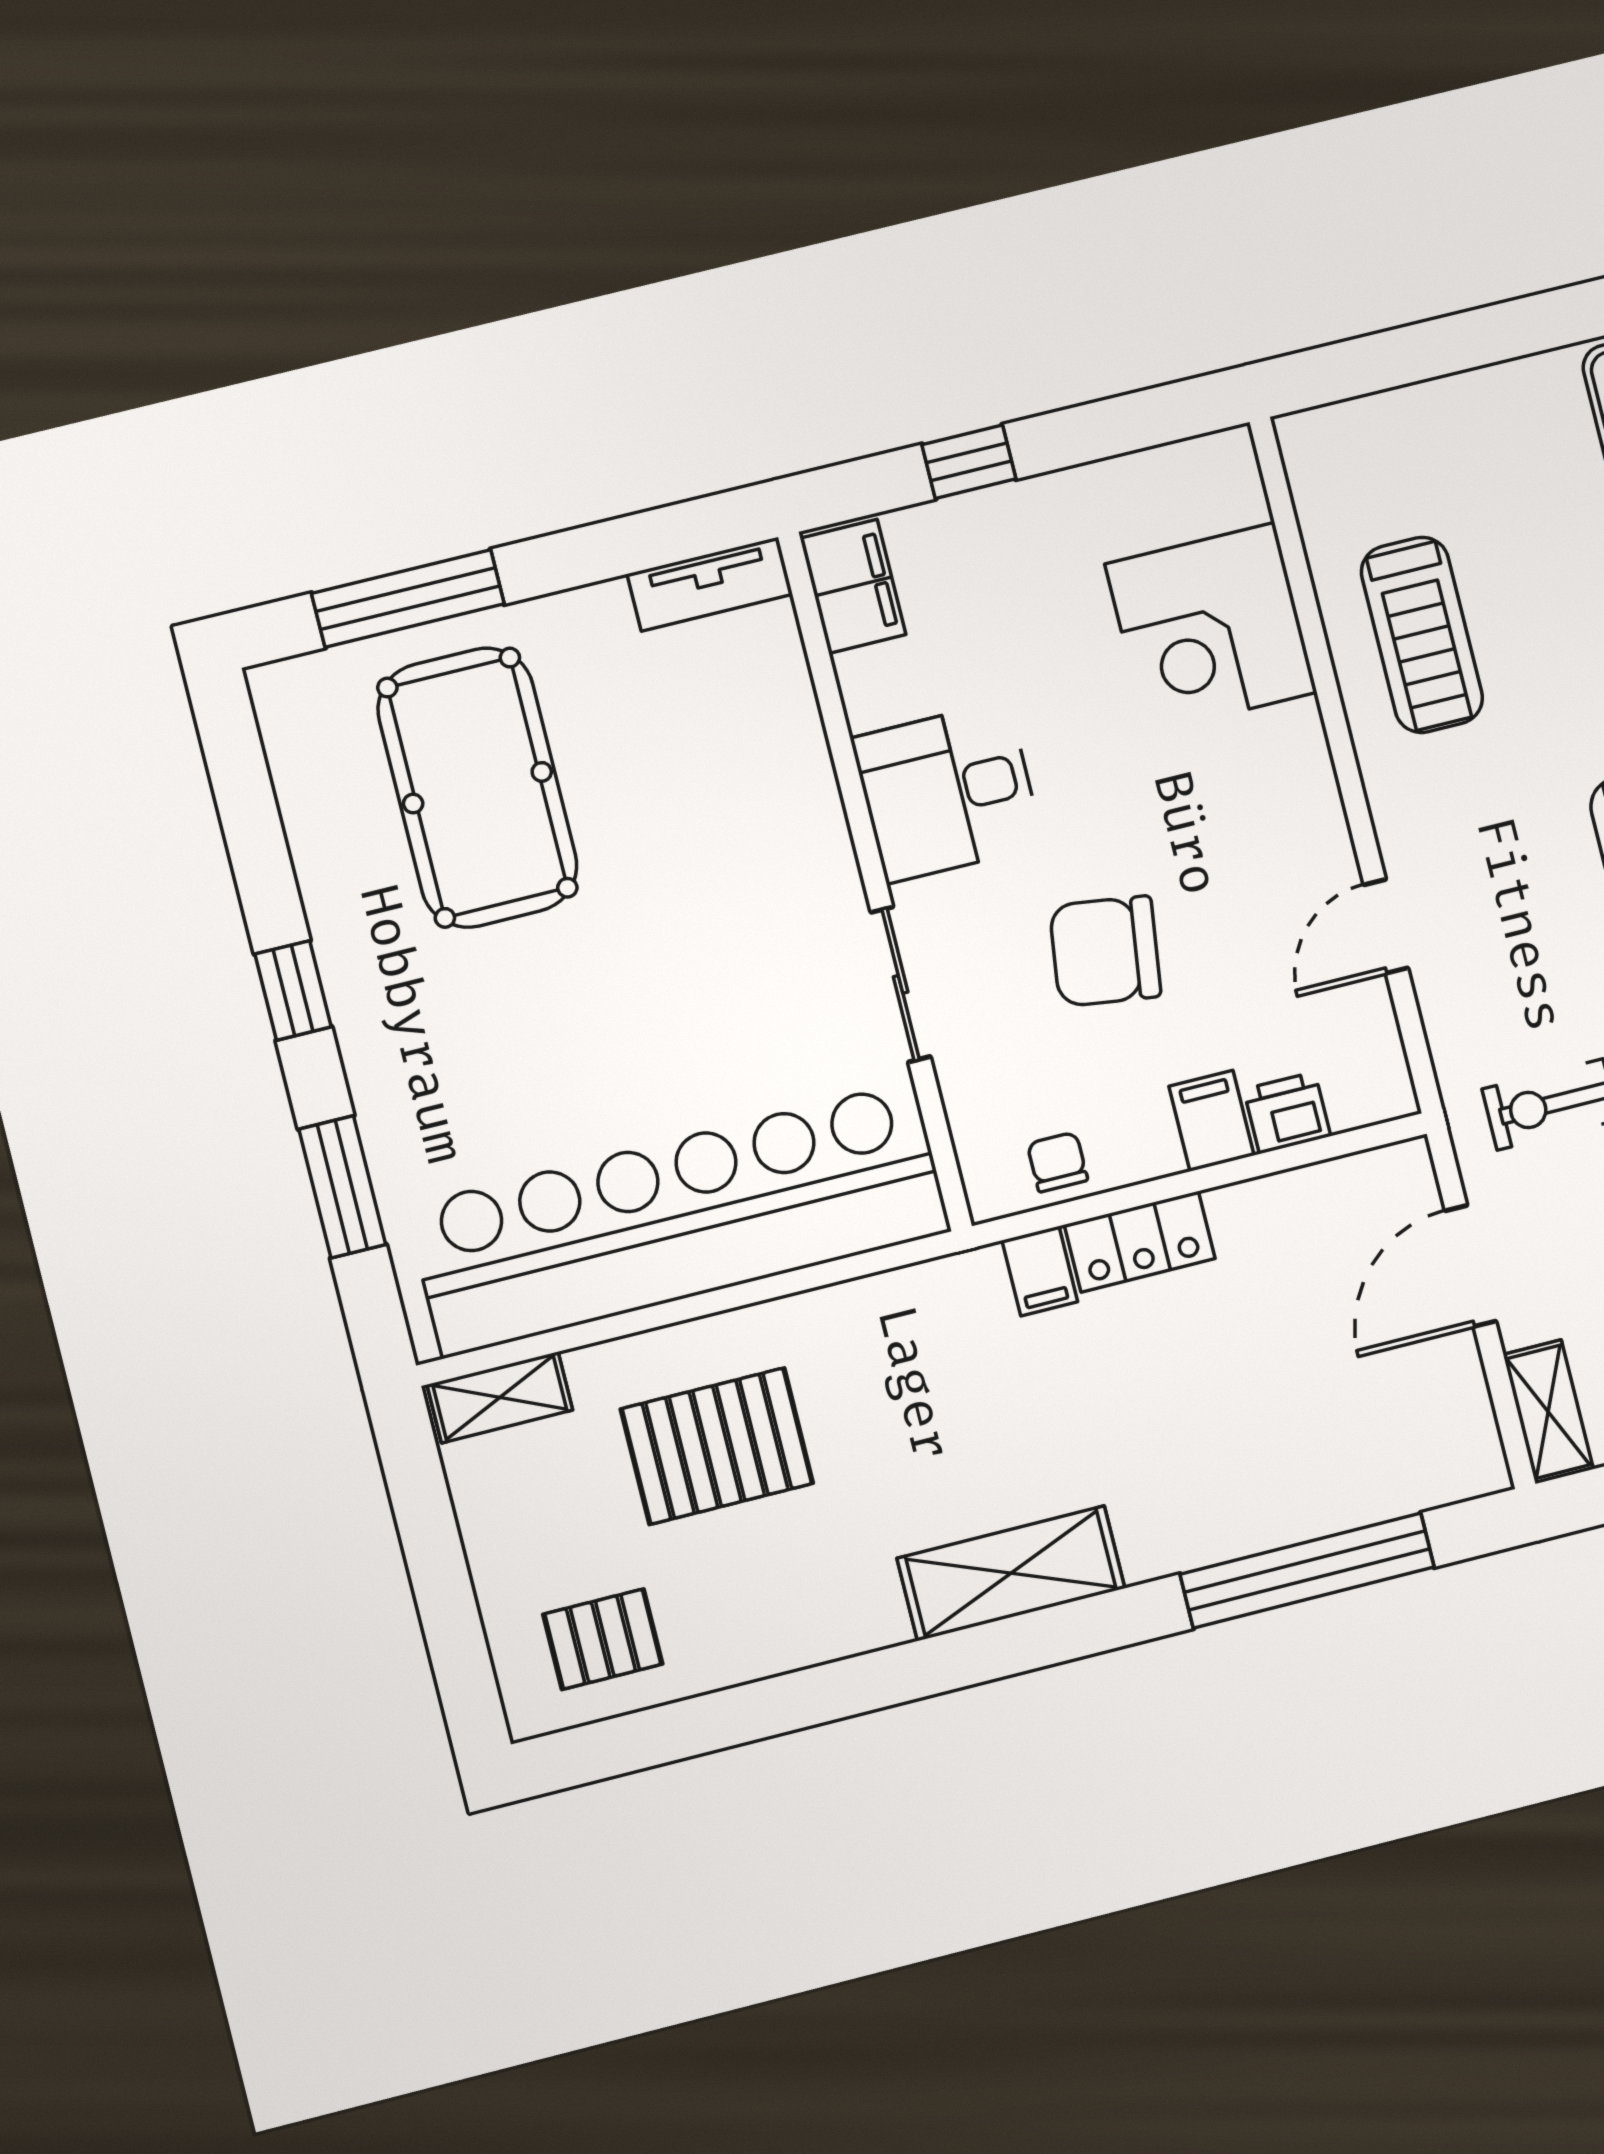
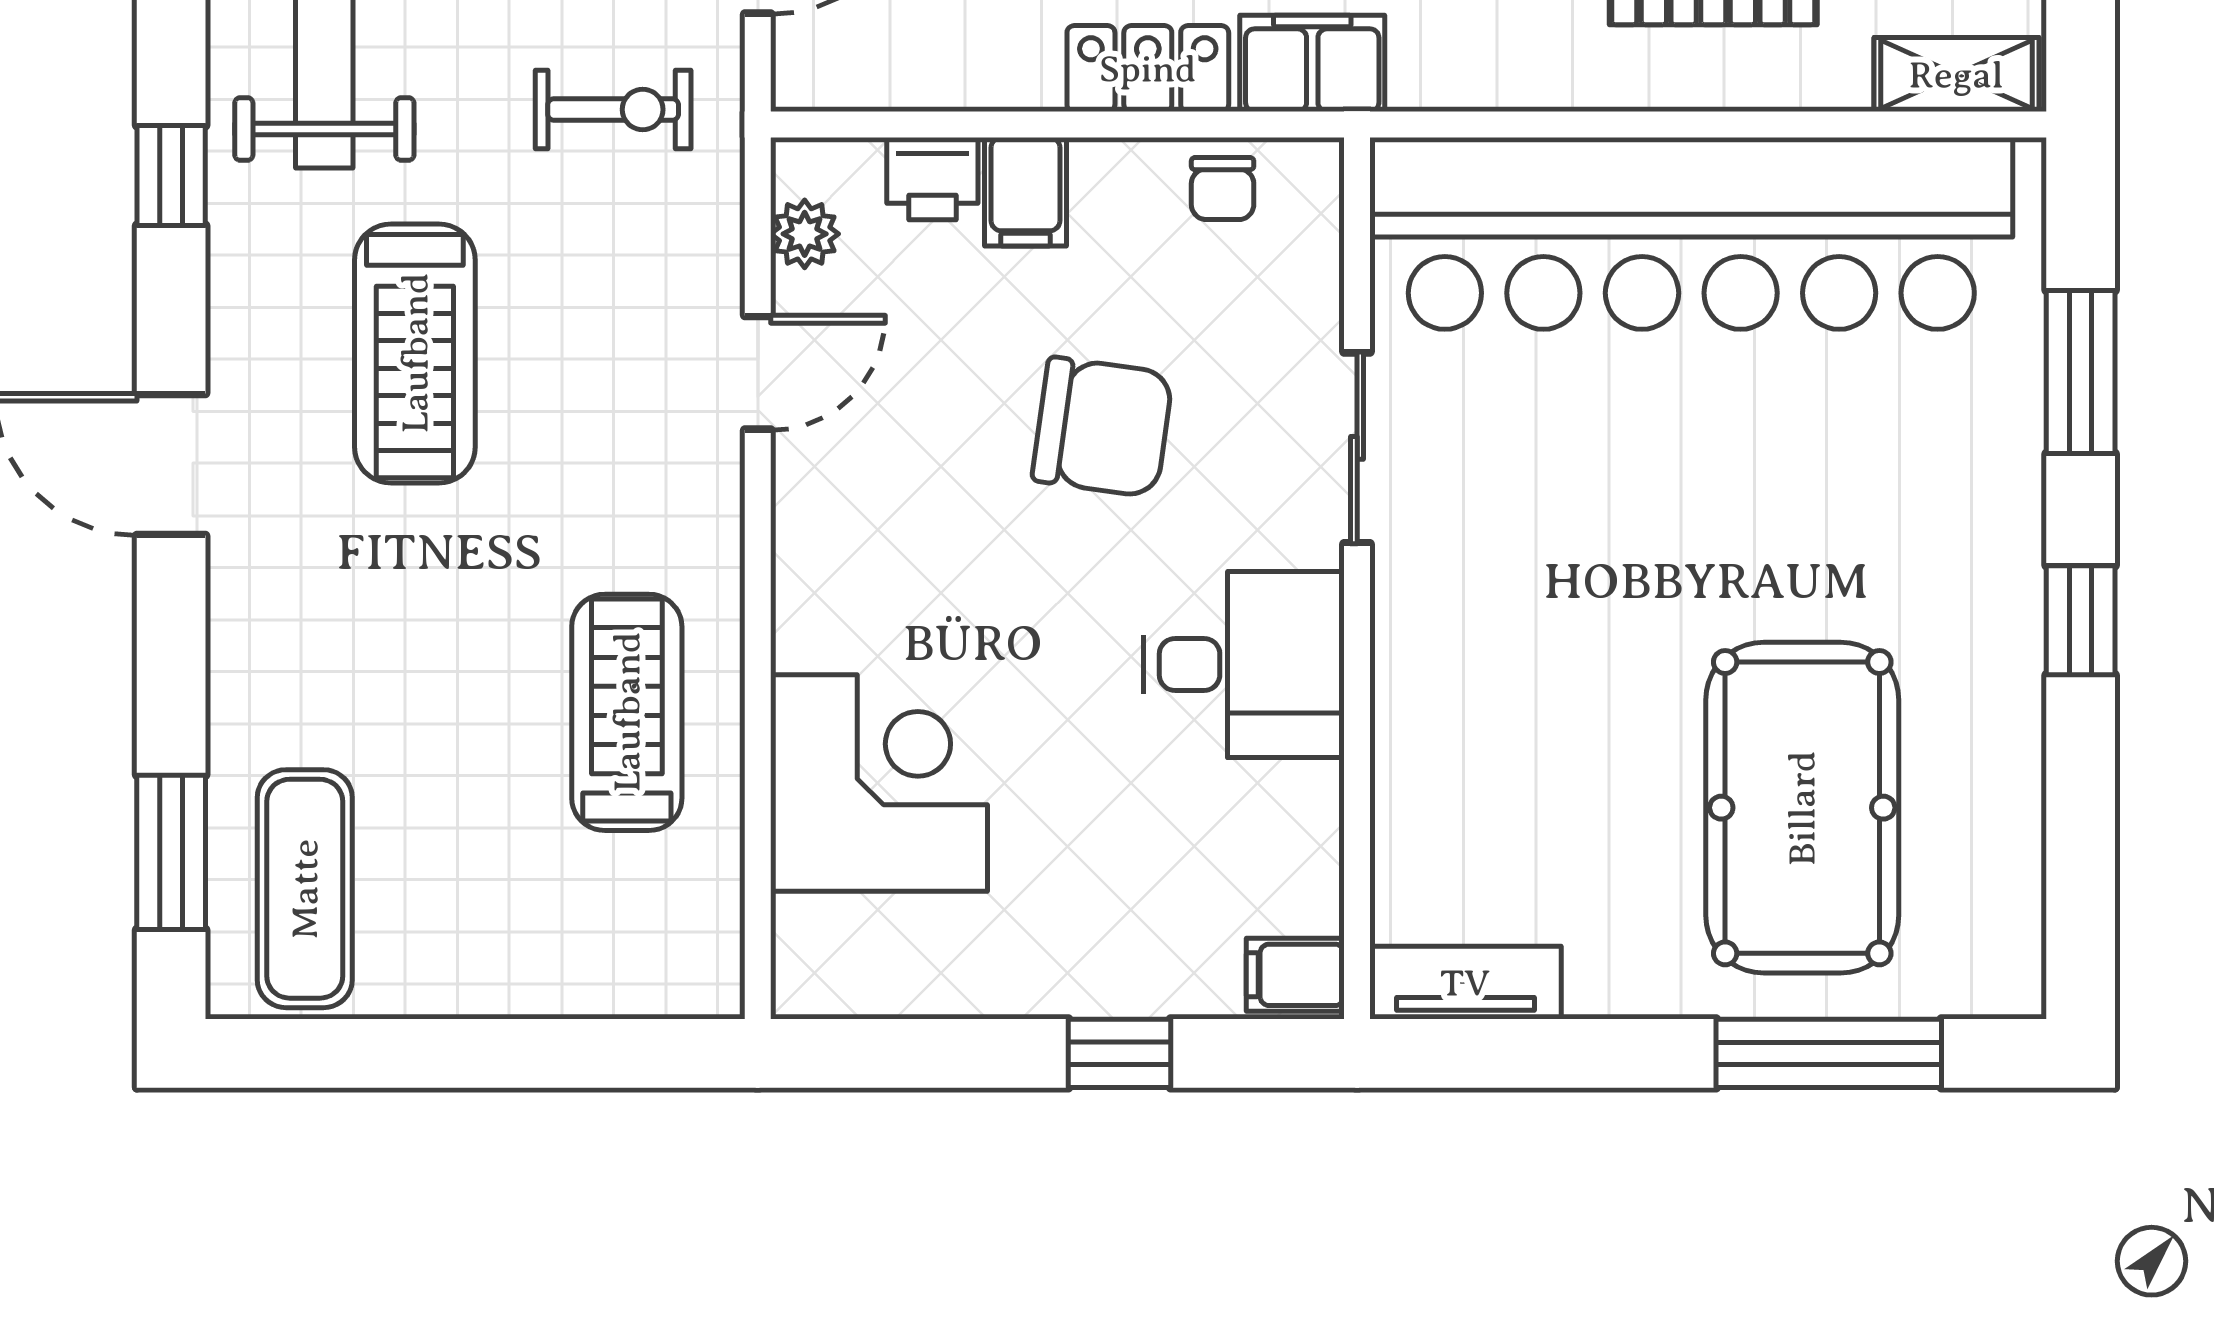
filing cabinet: (853, 586) -> (1295, 975), width x0.50
plant: (1376, 1044) -> (805, 234), added
filing cabinet: (1040, 1271) -> (1312, 63), width x2.00

